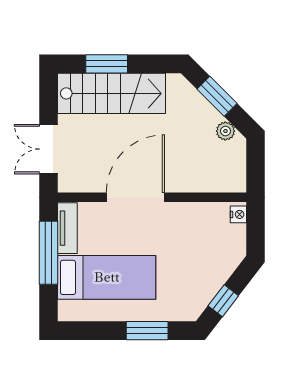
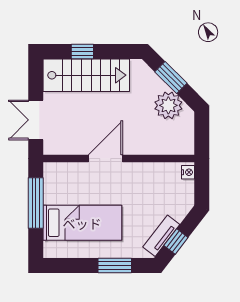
window: (107, 64) -> (82, 52), width x0.67
plant: (225, 131) -> (168, 105), width x1.87, depth x1.87
door: (135, 197) -> (105, 159), width x0.73
tv unit: (67, 228) -> (161, 236), moved, turned -142

